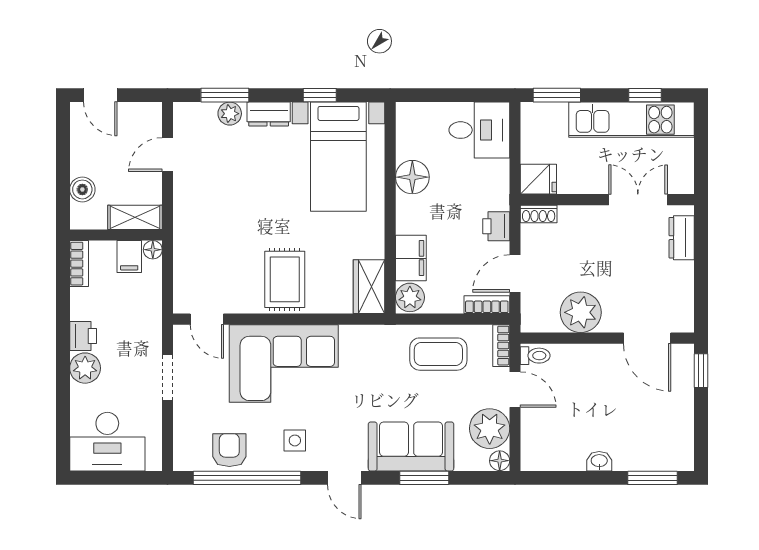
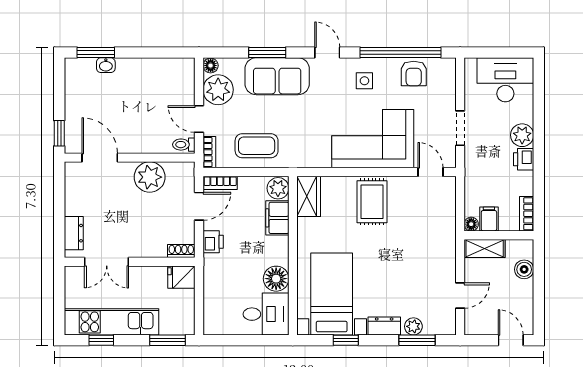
desk: (479, 130) -> (266, 314), moved, turned 180
washbasin: (599, 461) -> (106, 65), moved

